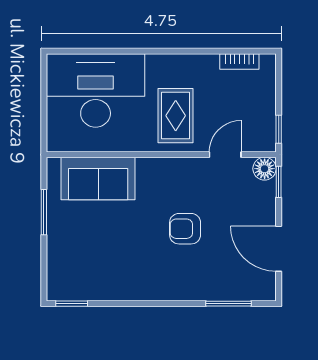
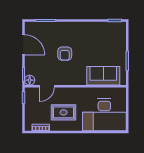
rug: (176, 116) -> (64, 112), moved, turned 90
armchair: (185, 229) -> (65, 54), turned 90

